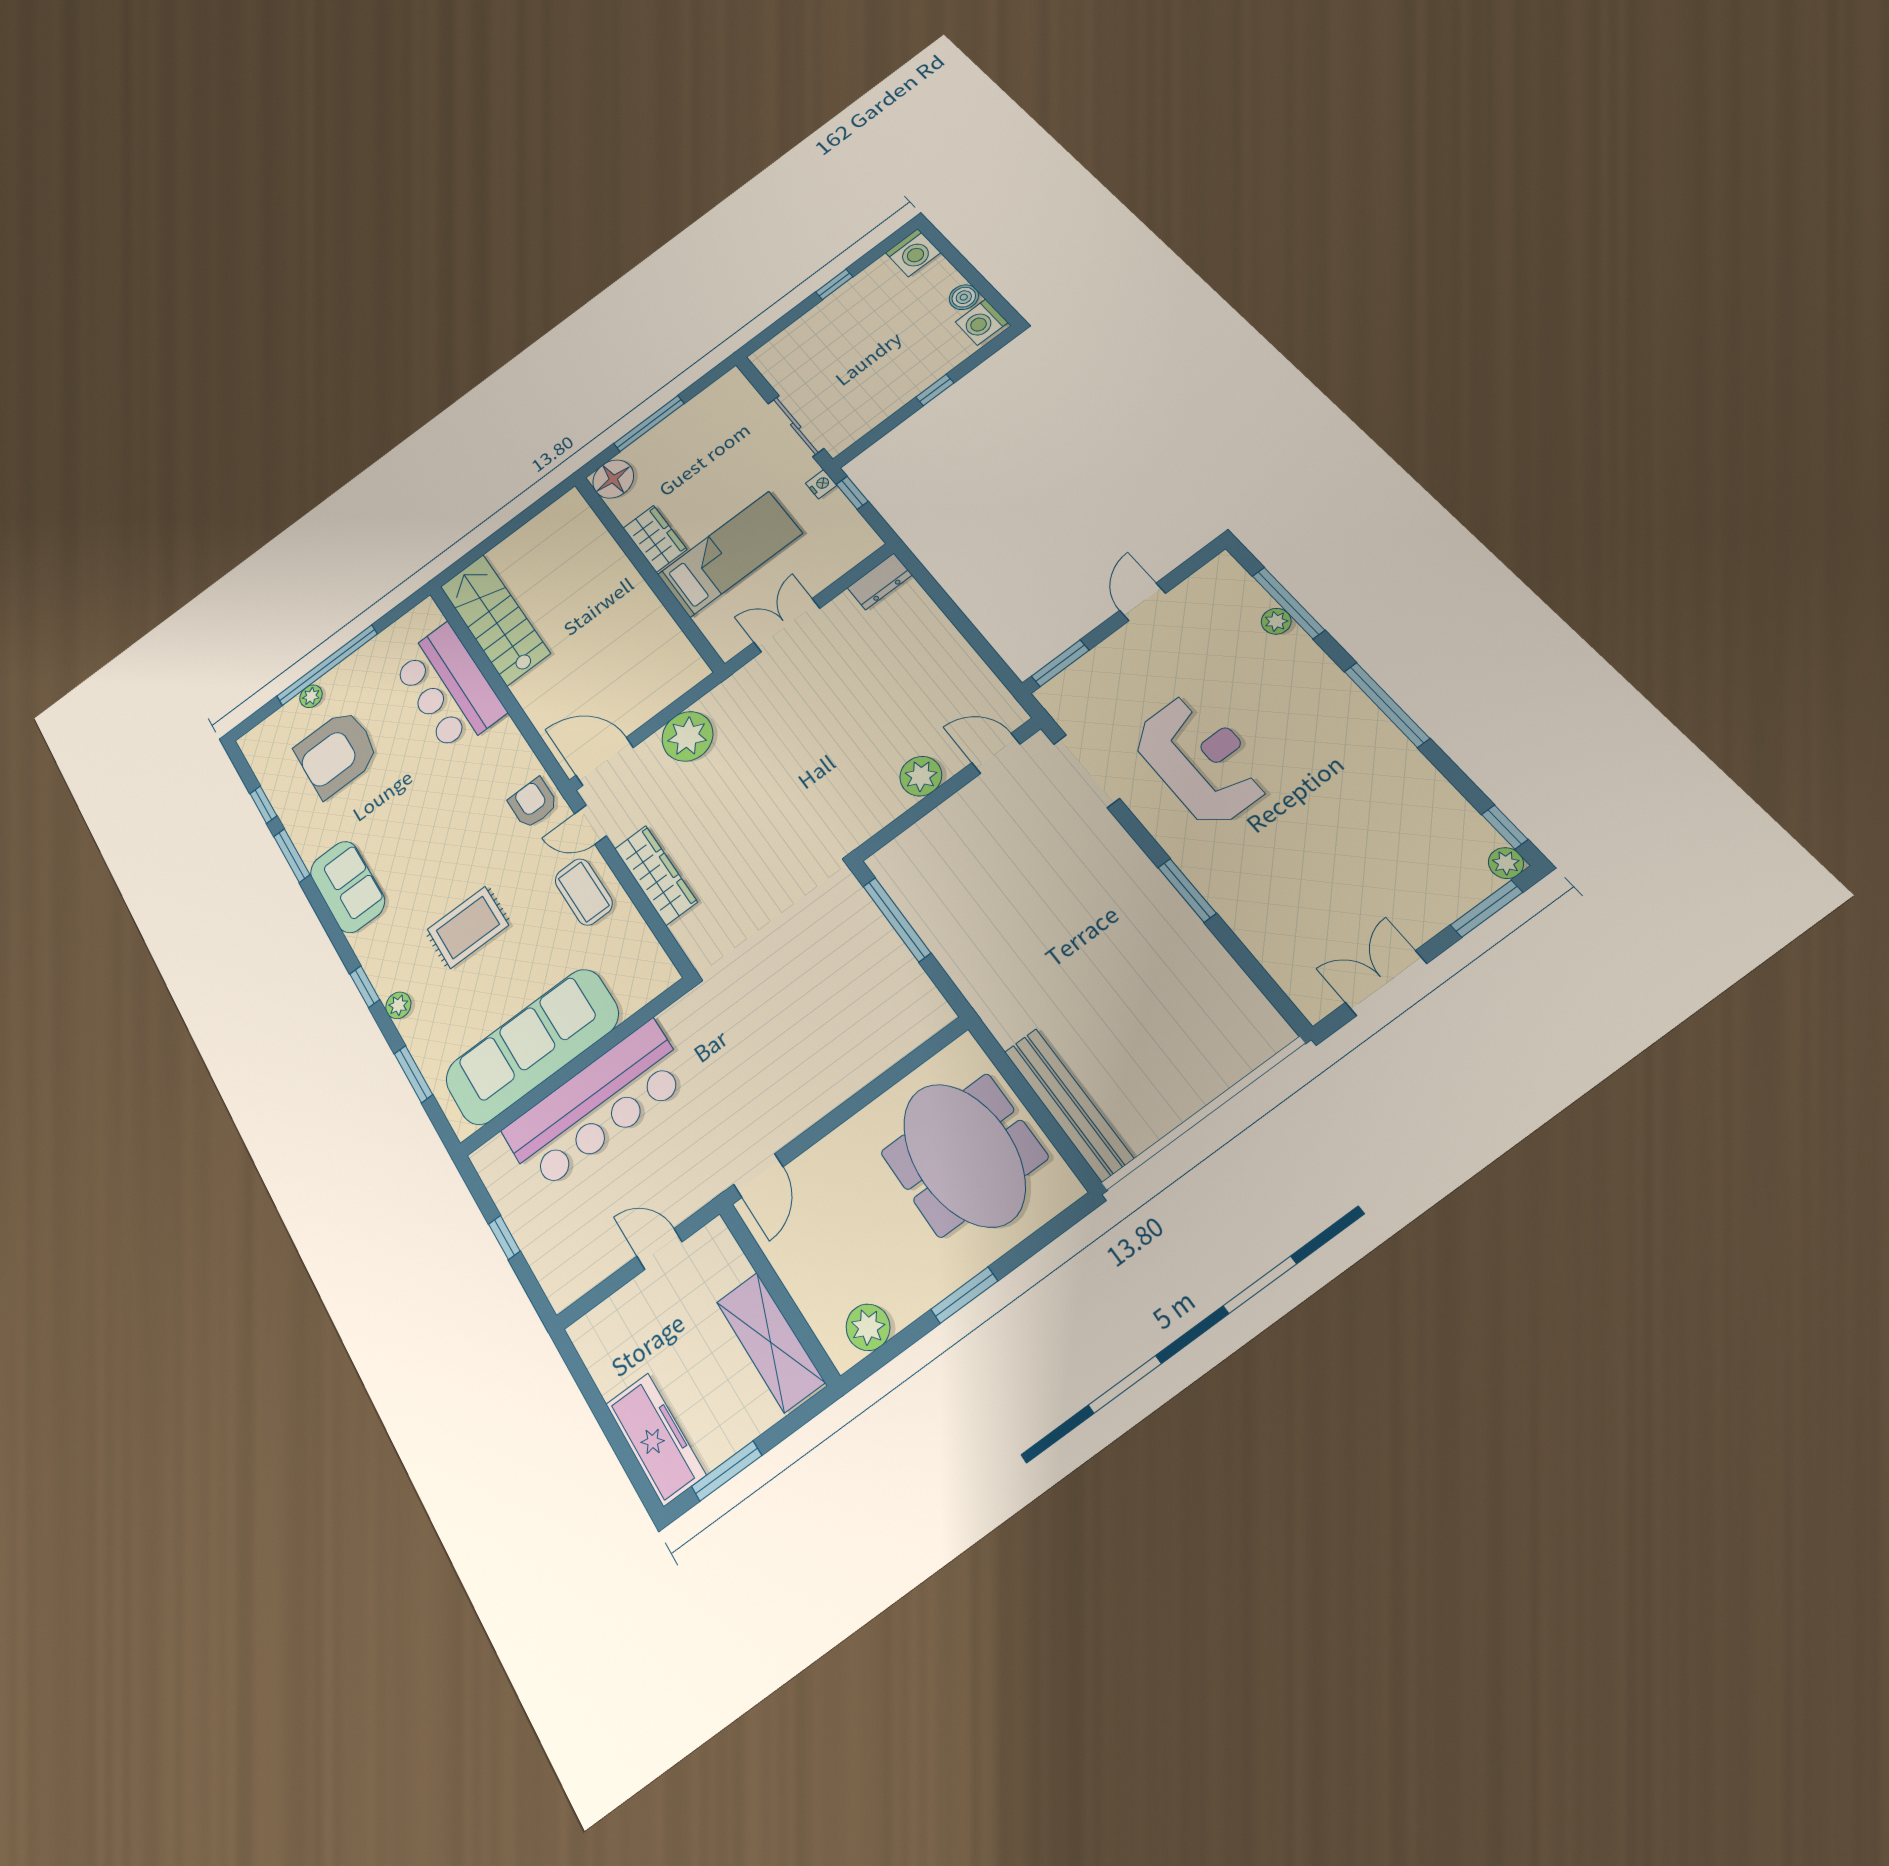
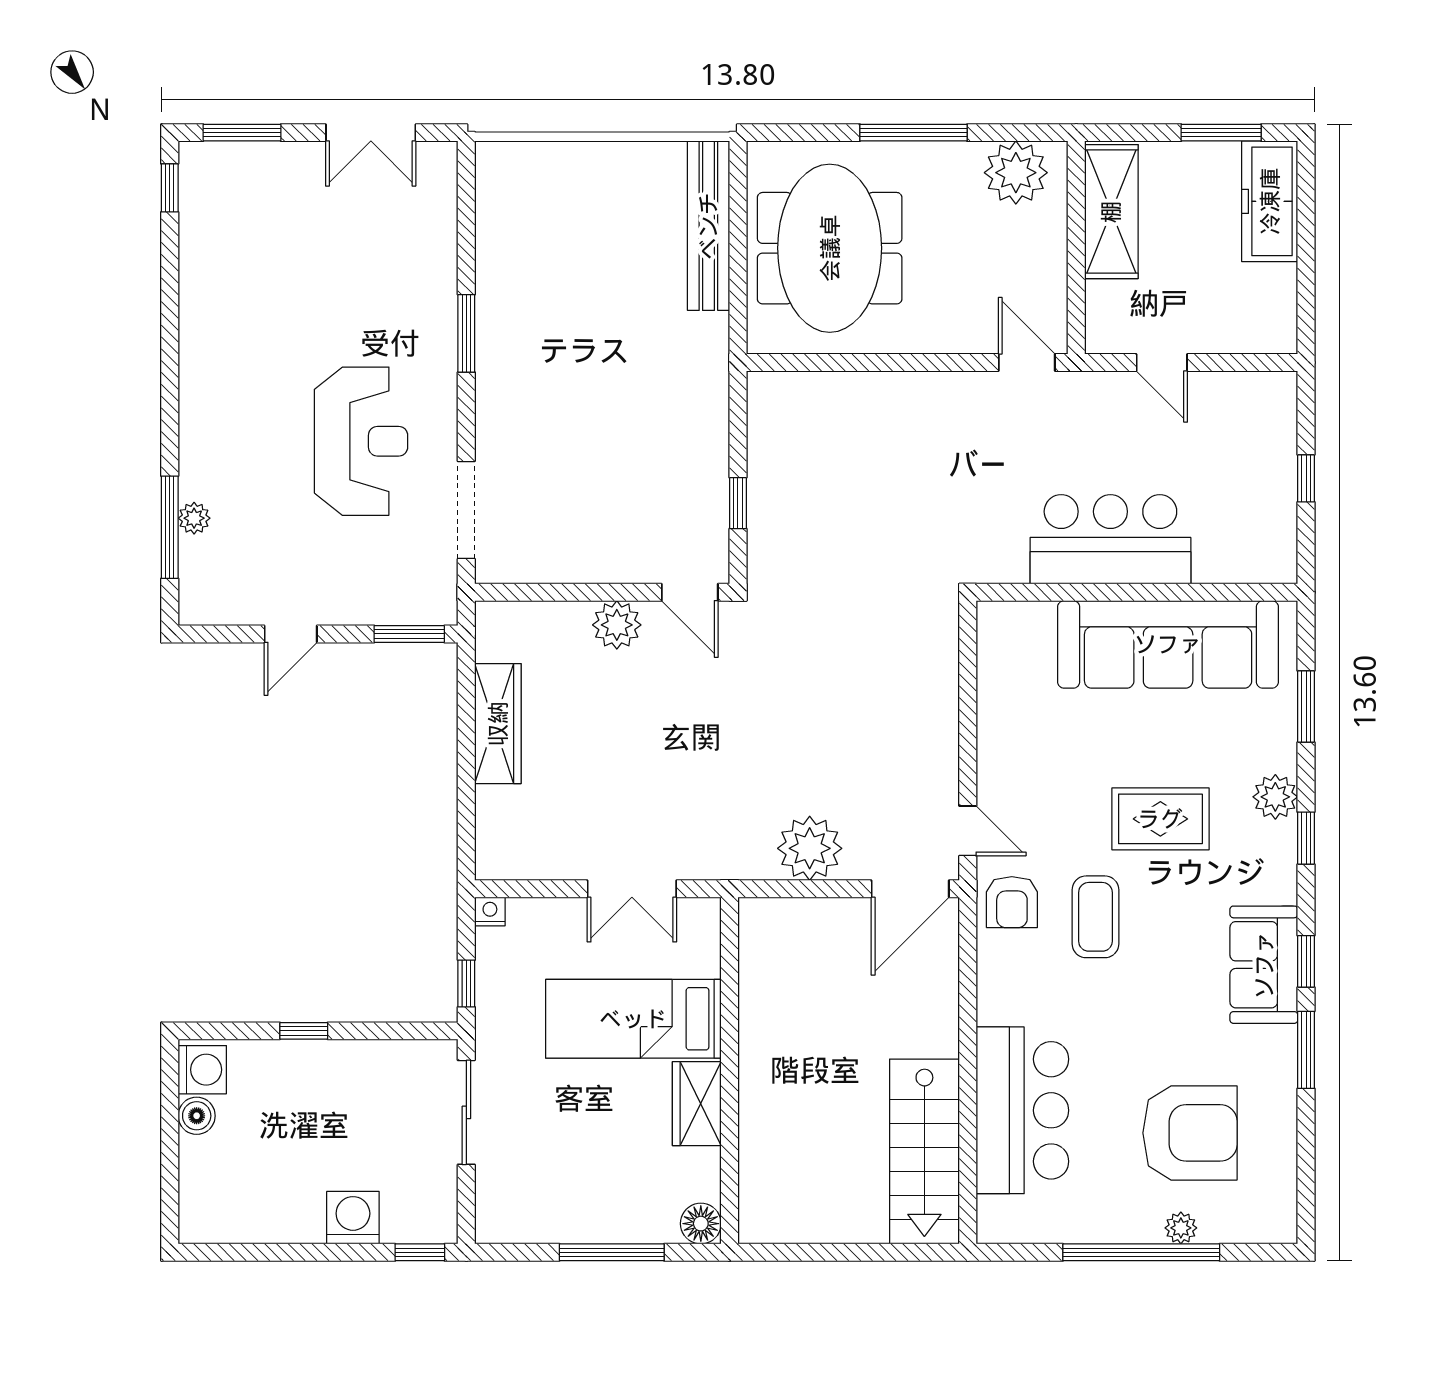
washing machine: (913, 253) -> (353, 1218), moved
window: (834, 284) -> (420, 1252), moved
floor lamp: (613, 479) -> (701, 1224), width x0.73, depth x0.73
nightstand: (821, 484) -> (490, 912), moved, turned 90
dresser: (880, 581) -> (510, 861), removed
window: (1387, 705) -> (170, 366), removed
door: (996, 753) -> (690, 592), moved
reception desk: (1201, 760) -> (361, 441), turned 180
door: (605, 761) -> (910, 889), hinge flipped
window: (263, 805) -> (1306, 961), moved
plant: (1506, 863) -> (195, 158), removed
wardrobe: (656, 875) -> (498, 724), moved, turned 180
coffee table: (584, 892) -> (1095, 917), moved
window: (897, 920) -> (738, 503), width x0.46
plant: (398, 1005) -> (1275, 797), width x1.38, depth x1.38
bar counter: (596, 1106) -> (1110, 539), width x0.73
door: (758, 1176) -> (1027, 362), hinge flipped
window: (964, 1295) -> (913, 133), width x1.44
plant: (868, 1327) -> (1016, 173), width x1.36, depth x1.36

